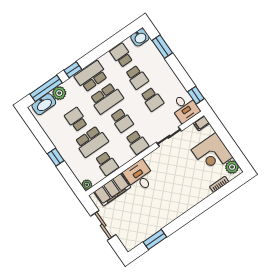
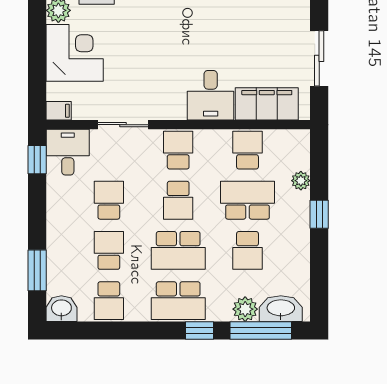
school desk: (106, 98) -> (178, 250), turned 180
school desk: (122, 120) -> (178, 200), turned 180
plant: (87, 185) -> (301, 181), moved

